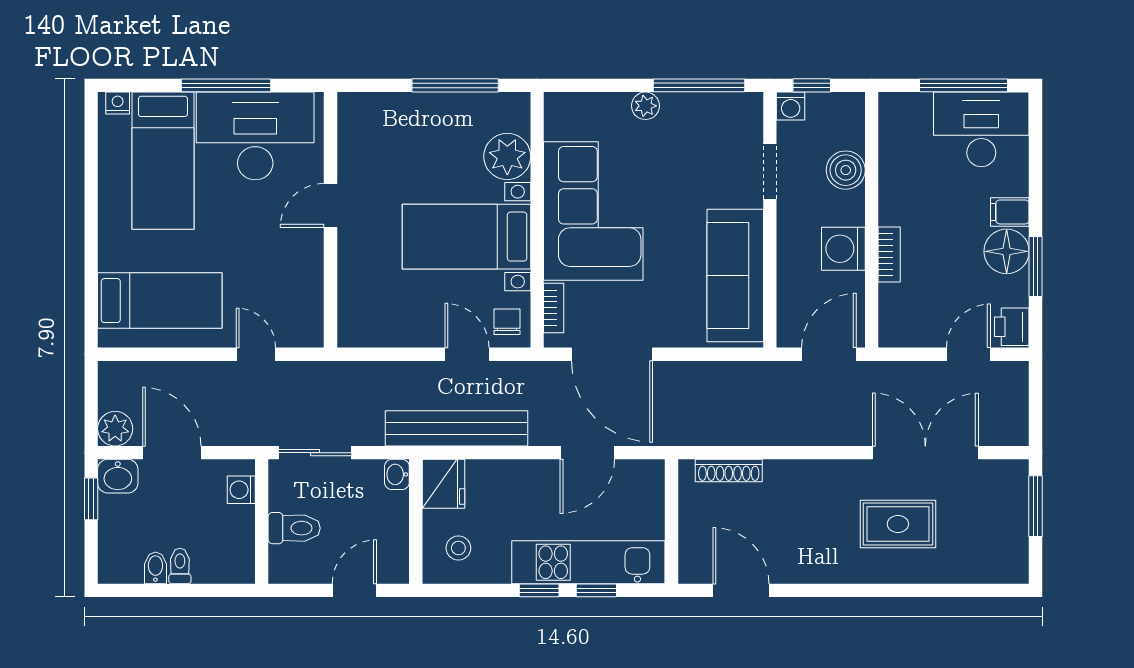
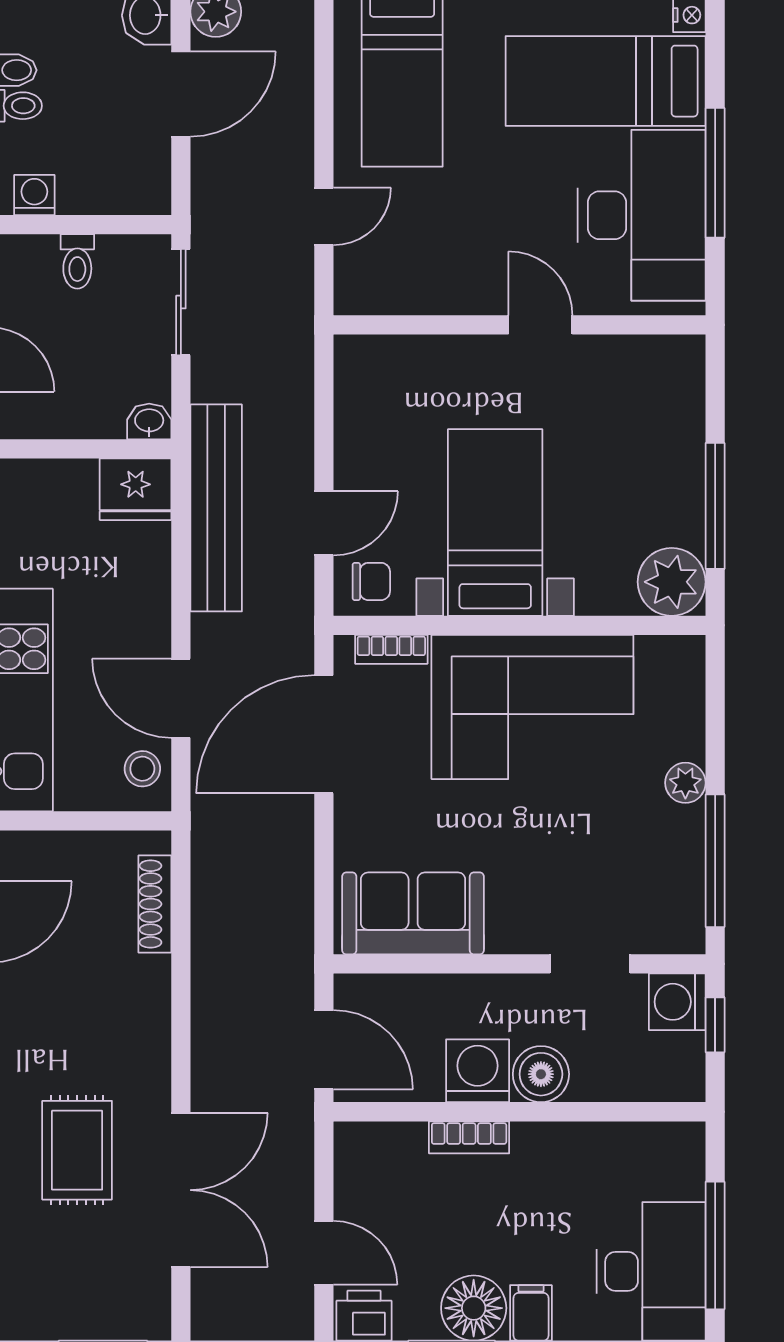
washing machine: (791, 106) -> (677, 1002), width x1.38, depth x1.38
plant: (507, 156) -> (672, 582), moved
boiler: (846, 170) -> (541, 1074), moved
sofa: (735, 275) -> (413, 913), width x0.73
washing machine: (241, 490) -> (34, 195), moved
toilet: (294, 528) -> (77, 261), width x0.73, depth x0.72
stool: (458, 548) -> (142, 769), moved

